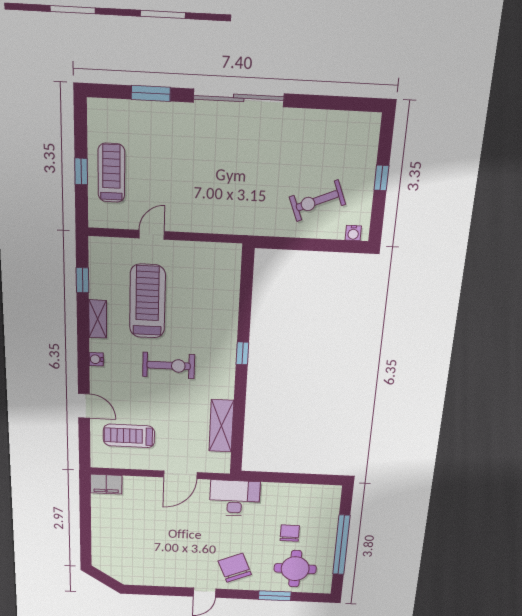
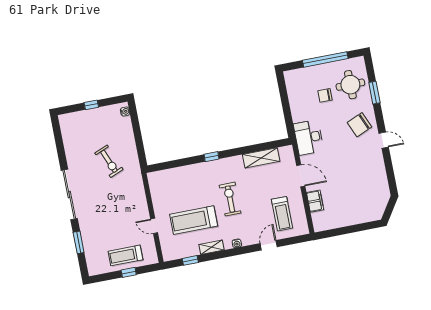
exercise bike: (317, 201) -> (109, 161), moved
filing cabinet: (106, 484) -> (315, 201), moved

